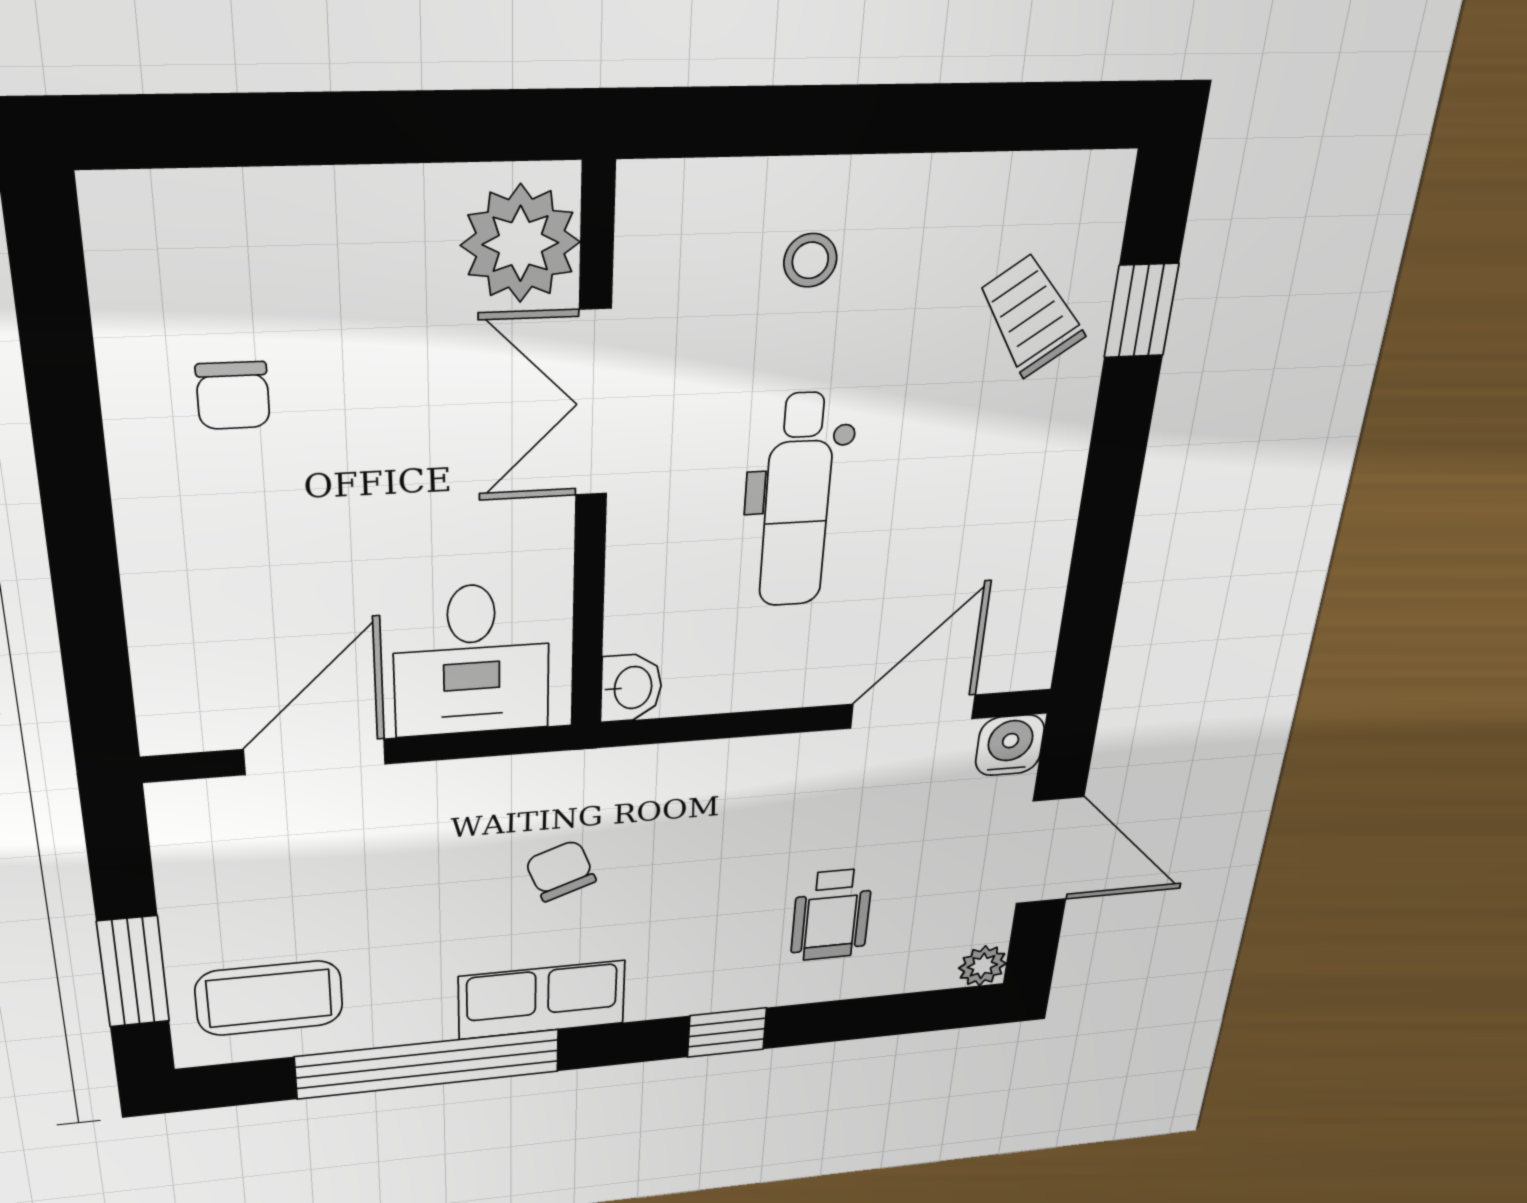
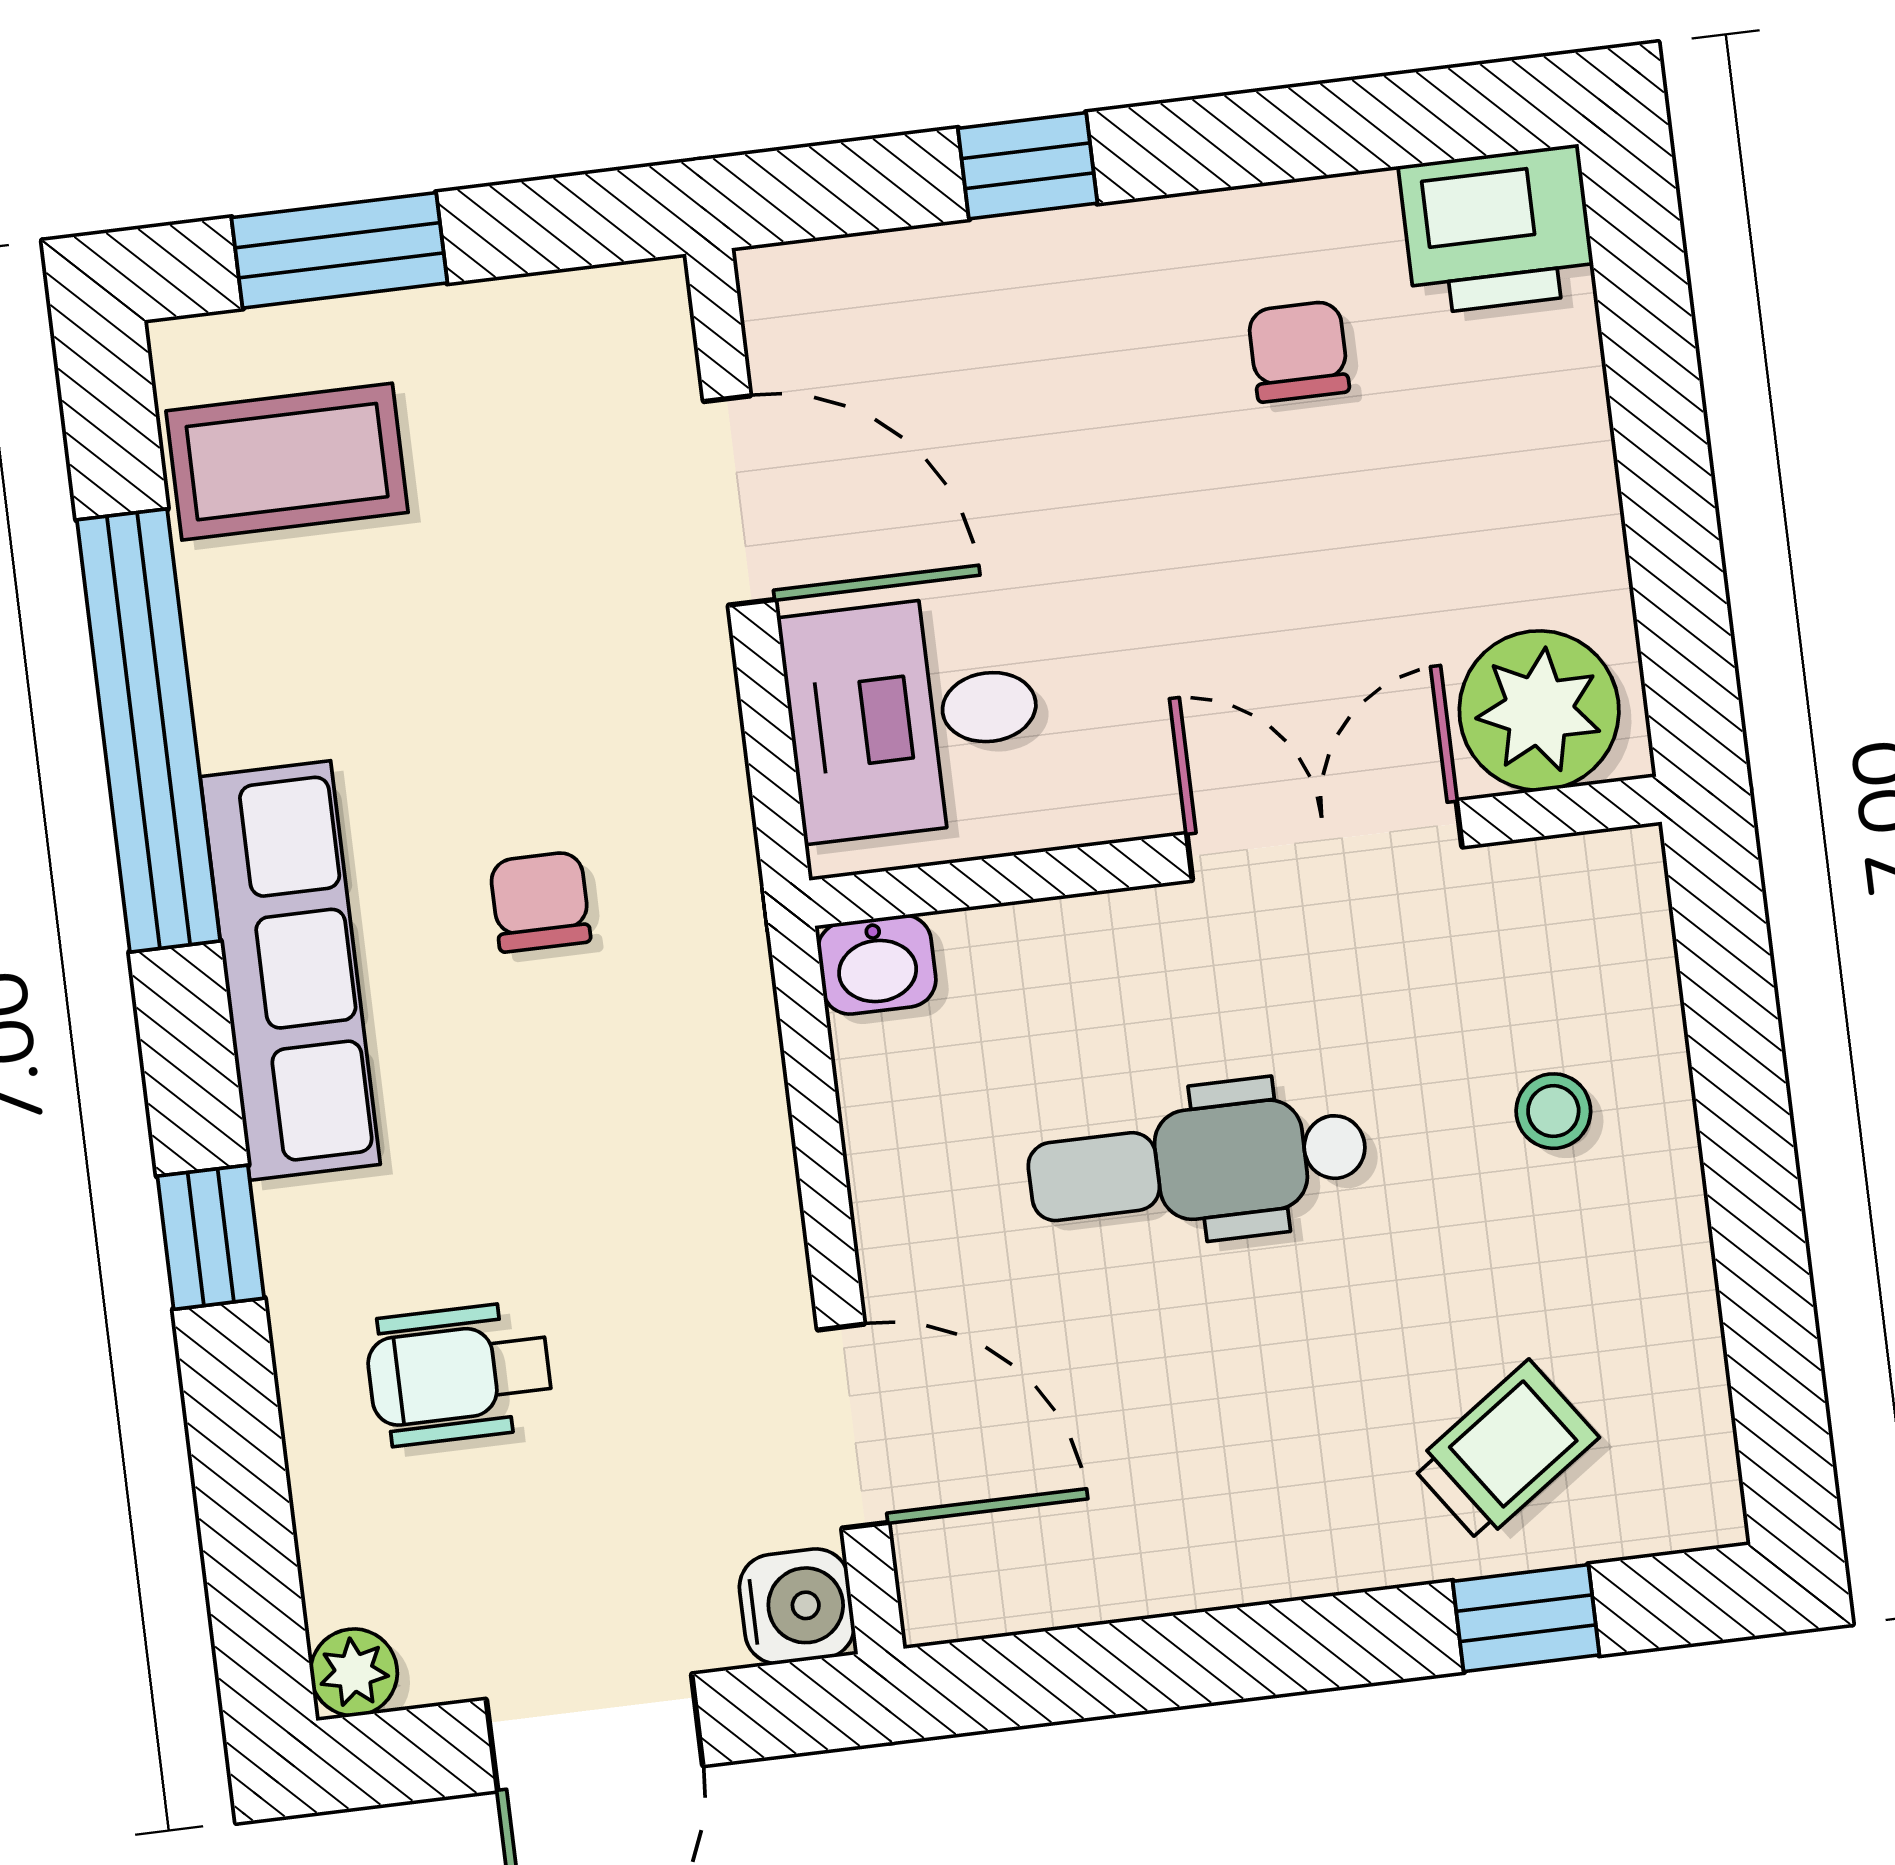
printer: (144, 241) -> (1497, 230), added
chair: (233, 396) -> (1298, 351), turned 90
window: (85, 571) -> (1028, 166), added
chair: (561, 871) -> (540, 902), turned -69
coffee table: (269, 998) -> (287, 462), turned 90
row of seats: (542, 1000) -> (290, 971), width x1.48

